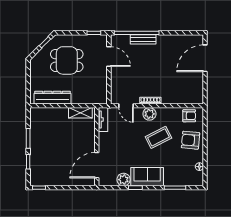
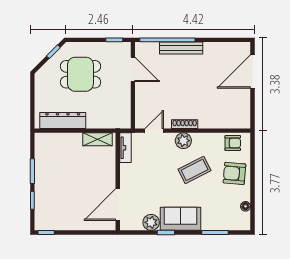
bench: (143, 39) -> (181, 48), width x1.36
door: (126, 106) -> (154, 131), swing flipped

